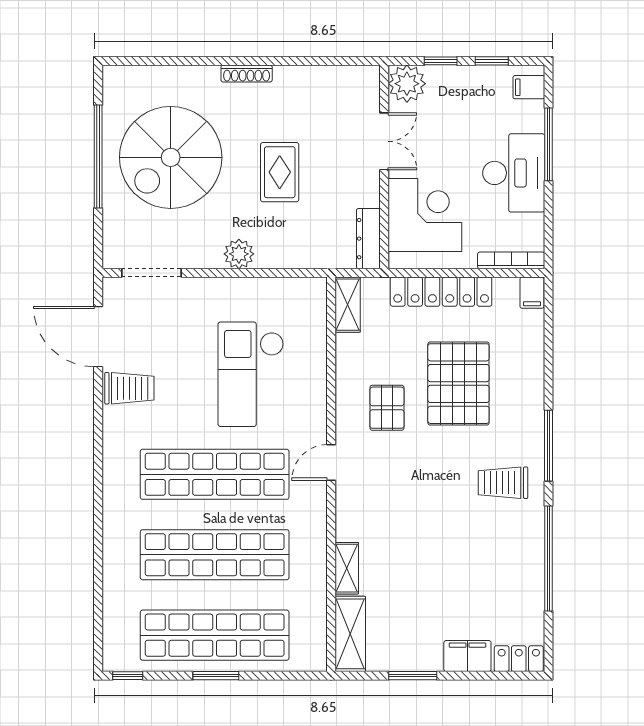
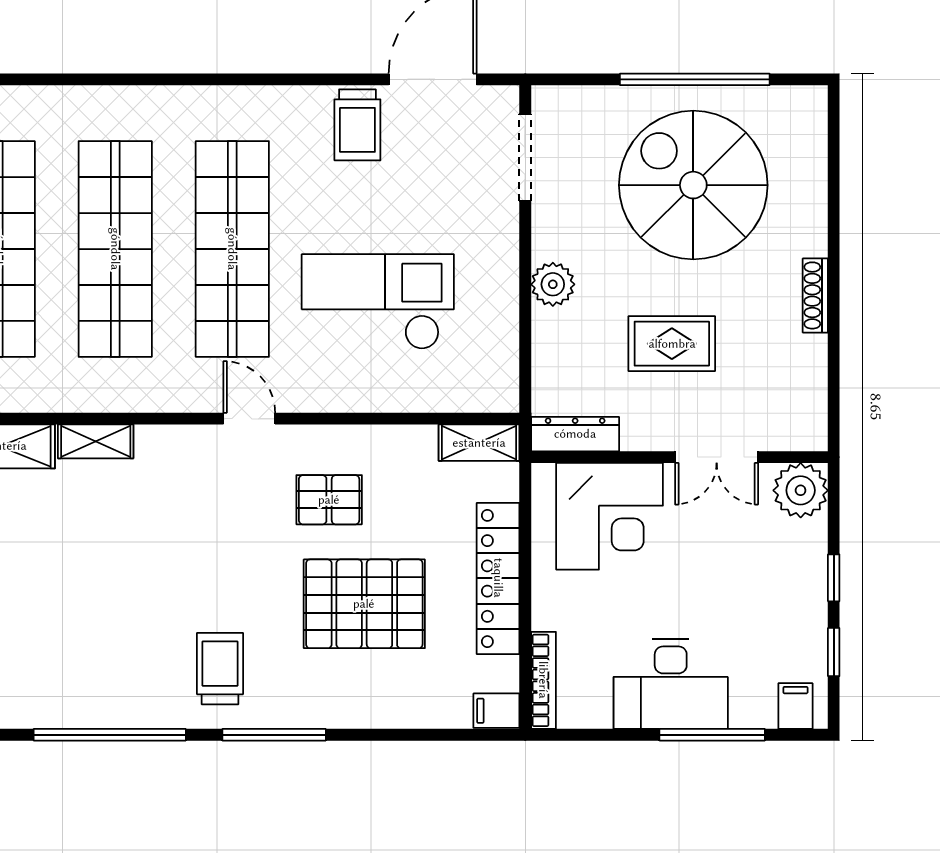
plant: (407, 84) -> (801, 490), moved
double door: (384, 141) -> (717, 457), moved
wall: (384, 167) -> (679, 457), moved
corner desk: (425, 215) -> (610, 516), moved
dresser: (368, 239) -> (575, 434), moved

